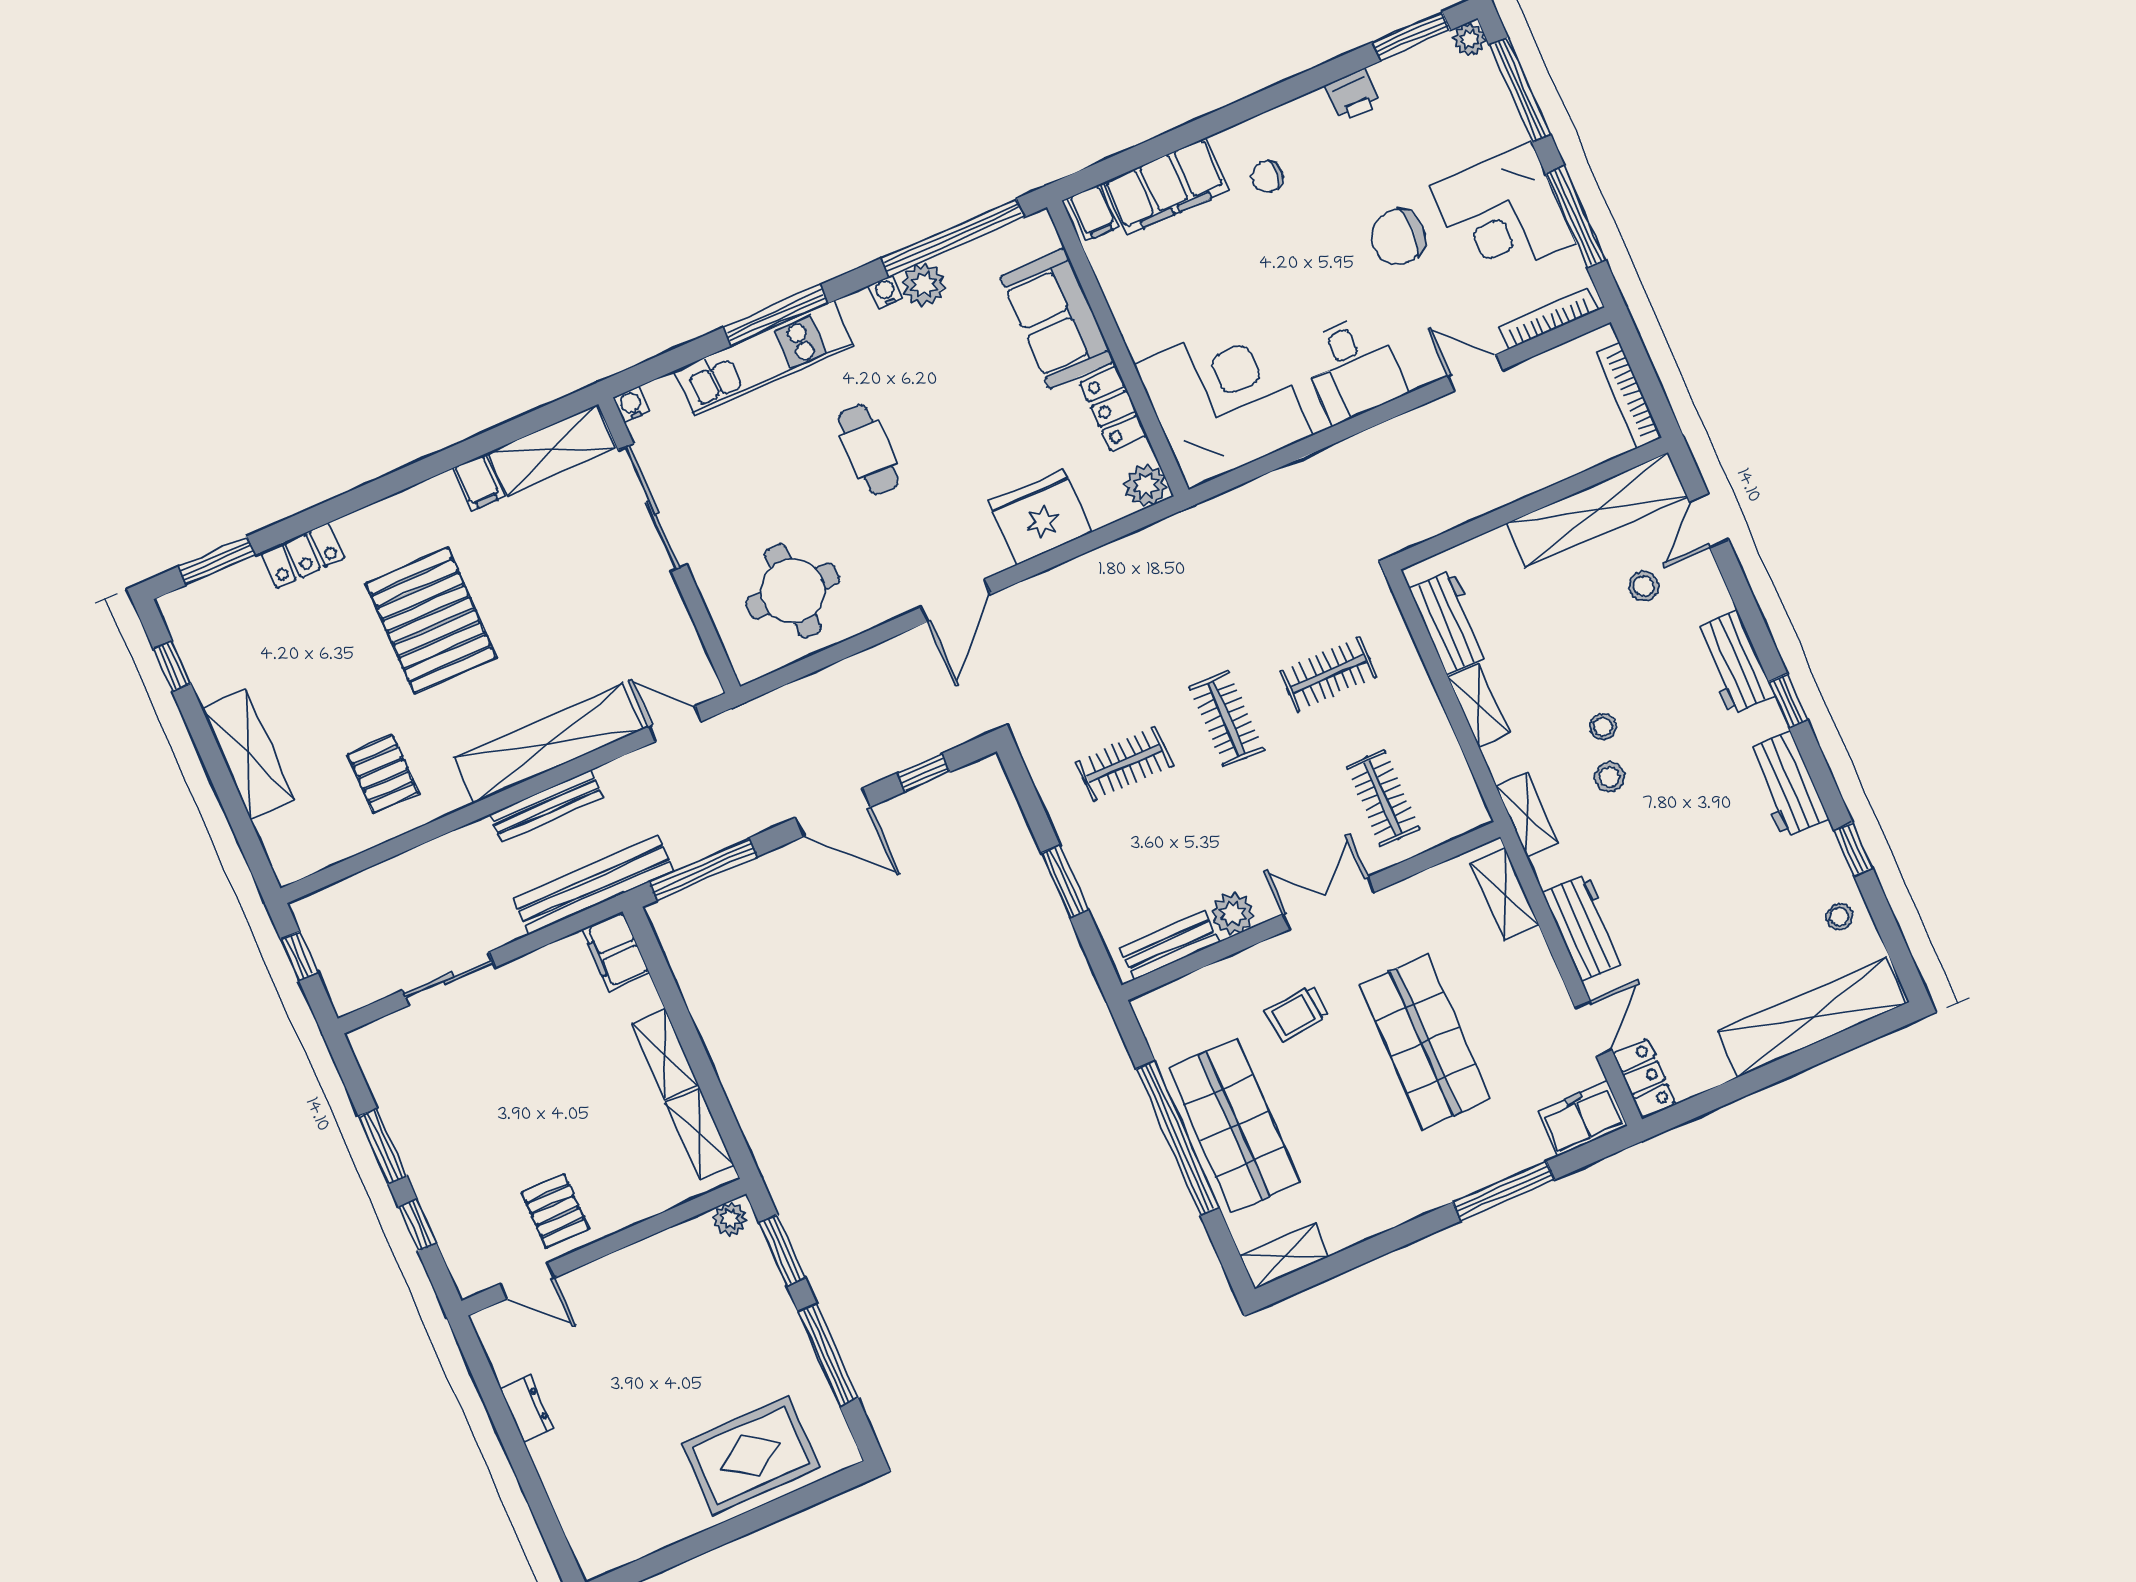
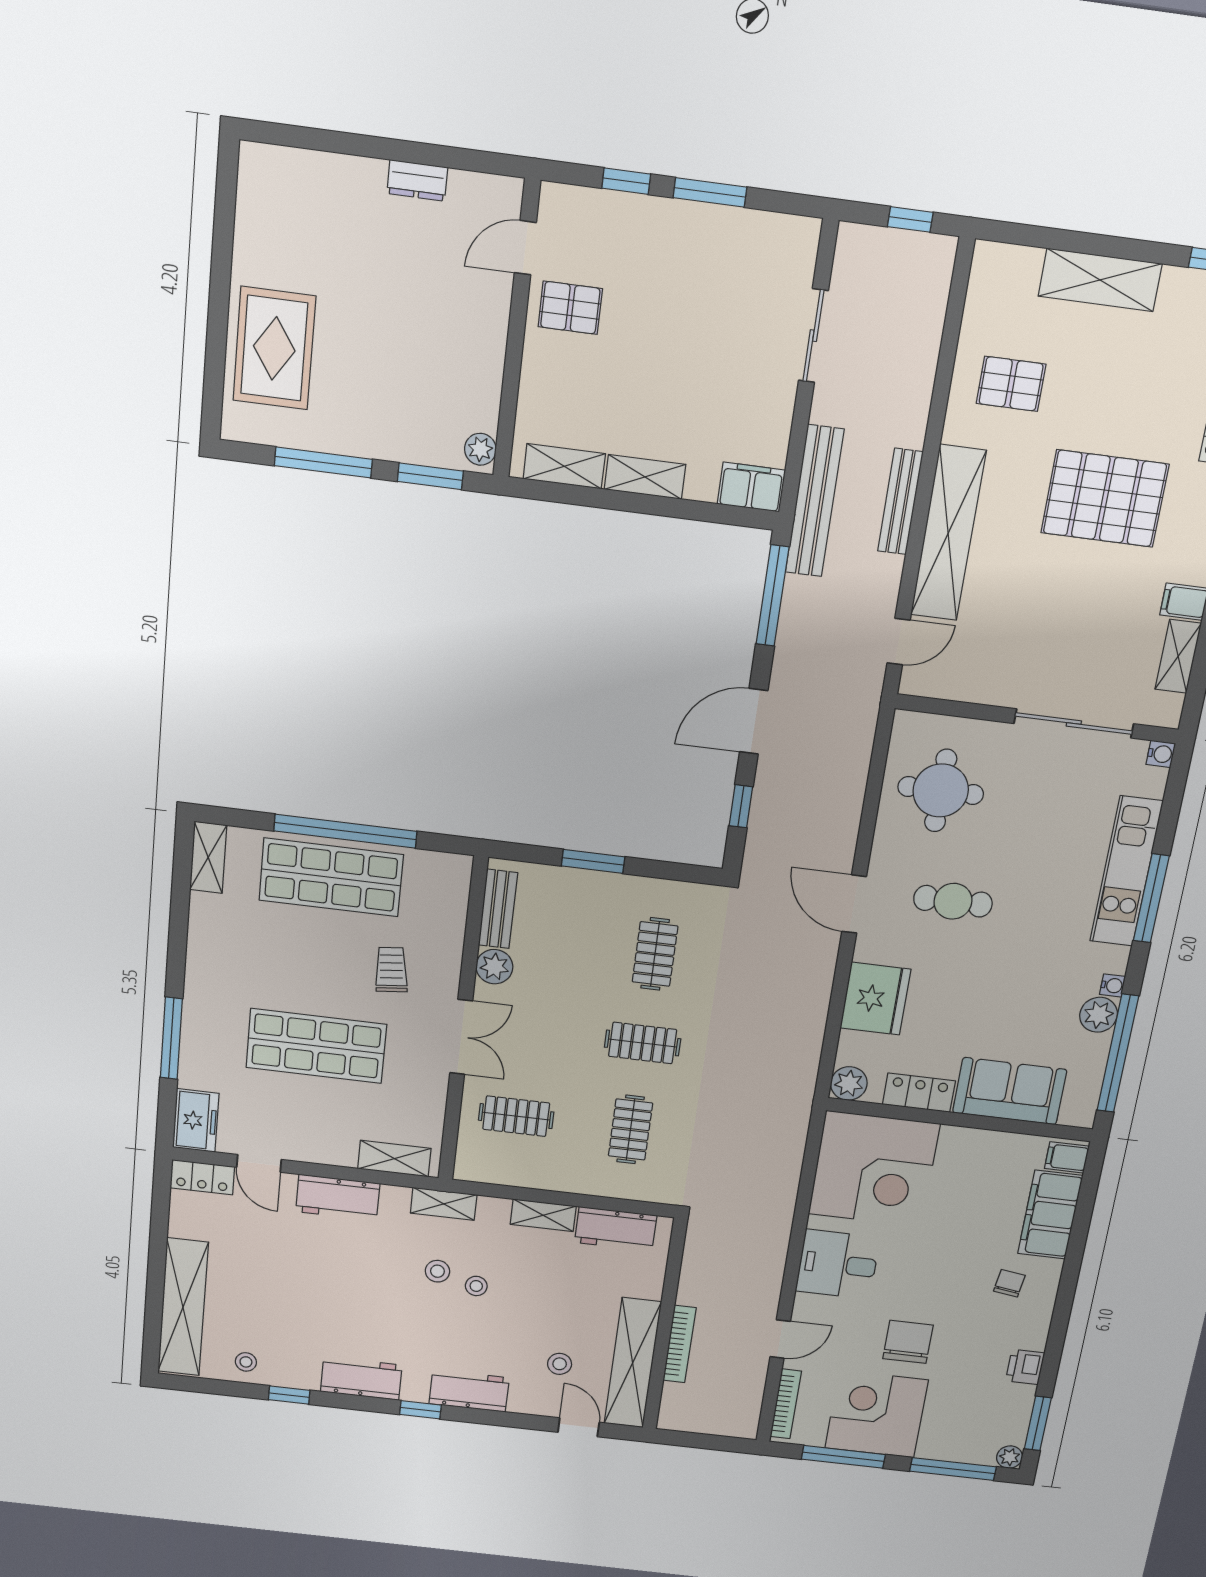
bookcase: (1628, 395) -> (680, 1344), moved, turned 90
shelving: (552, 450) -> (1178, 656), width x0.67, depth x0.75
cafe table: (868, 450) -> (953, 901), moved

